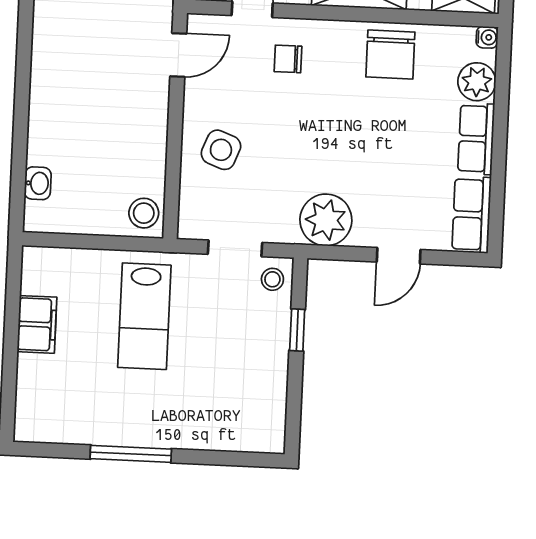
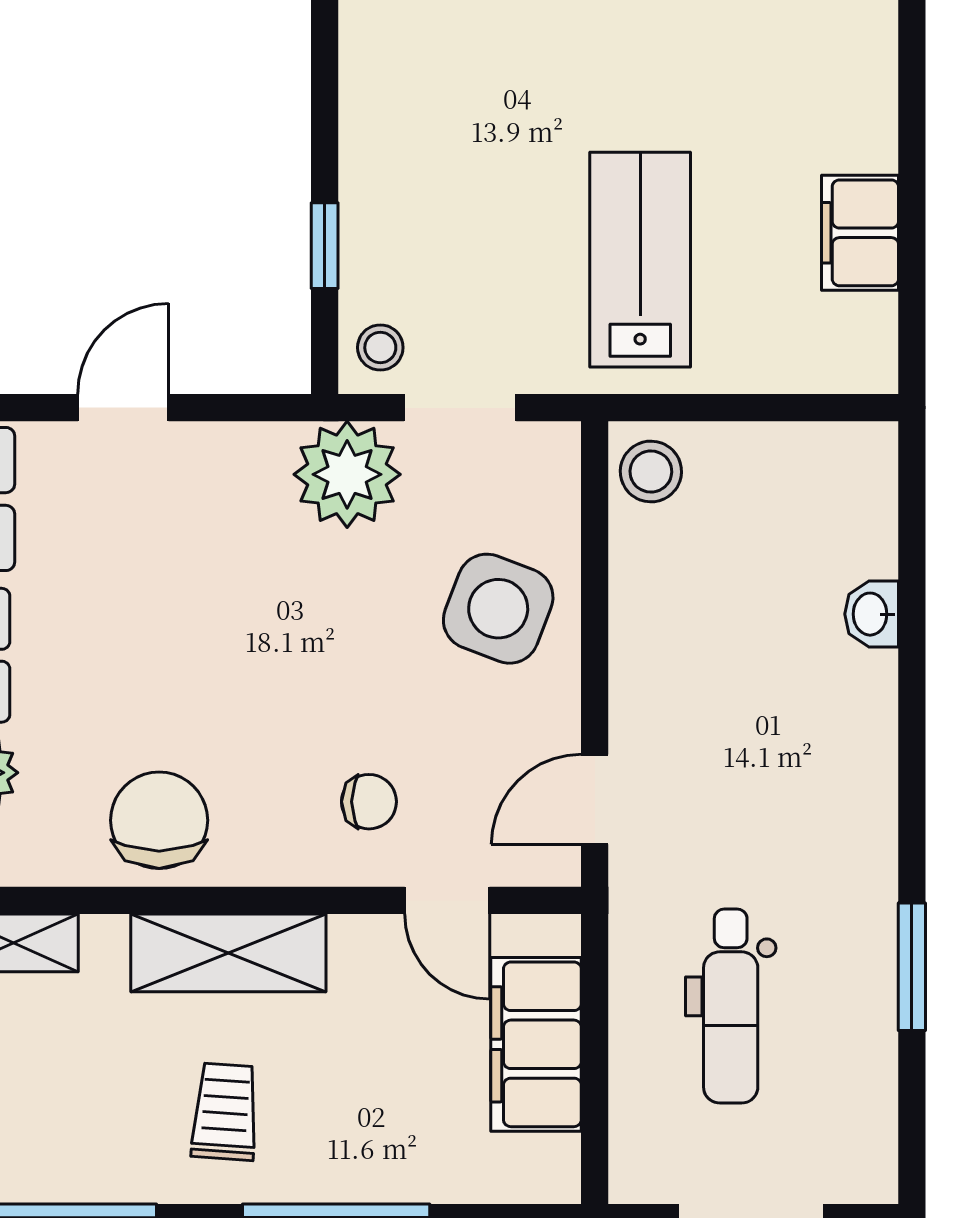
side table: (221, 150) -> (498, 609), width x1.37, depth x1.37
washbasin: (38, 183) -> (872, 614), moved
plant: (326, 220) -> (347, 474), moved

